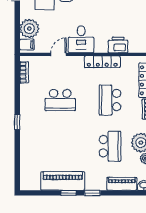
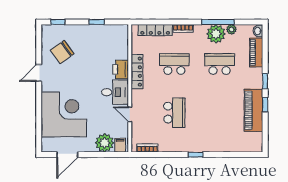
printer: (118, 45) -> (120, 69), moved
school desk: (110, 100) -> (174, 64), turned 180

